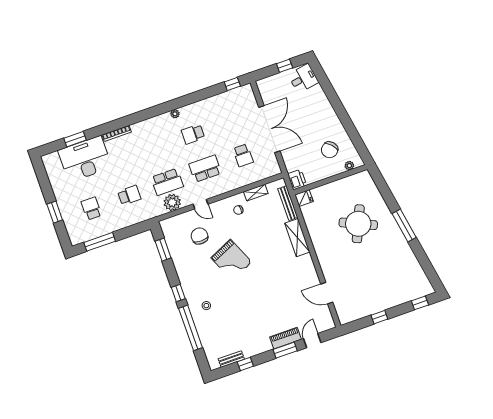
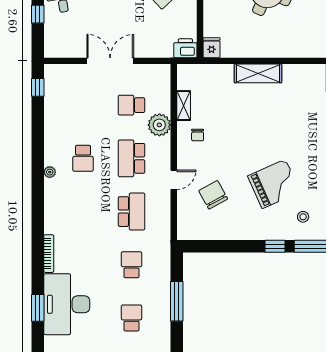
double door: (269, 129) -> (110, 61), width x0.73
school desk: (243, 155) -> (132, 105), turned 180
plant: (172, 202) -> (159, 125), moved
bench: (288, 203) -> (211, 70), removed
school desk: (91, 209) -> (132, 318), turned 90
chair: (200, 236) -> (213, 195), turned 61
window: (100, 242) -> (177, 301), moved
window: (163, 250) -> (214, 246), removed
grand piano: (231, 260) -> (274, 184), moved

